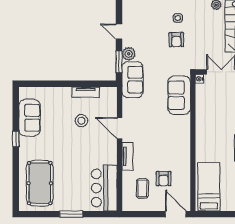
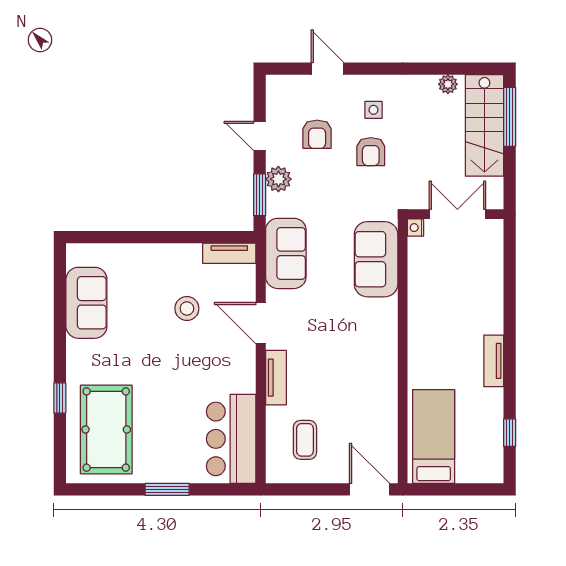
sofa: (133, 80) -> (286, 253), moved
tv unit: (86, 92) -> (229, 253), moved
window: (16, 139) -> (60, 398), moved
armchair: (164, 179) -> (317, 134), moved

